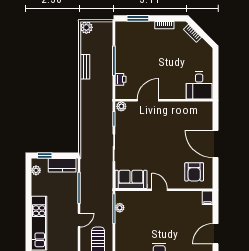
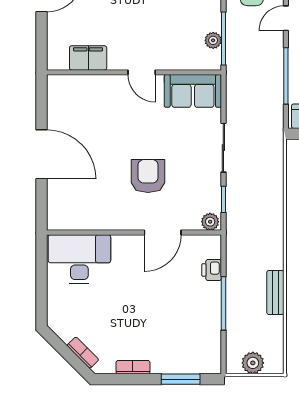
plant: (86, 27) -> (253, 363), moved
desk: (199, 85) -> (79, 259), width x1.37
armchair: (194, 172) -> (148, 176), moved
filing cabinet: (207, 198) -> (88, 58), moved, width x2.00

